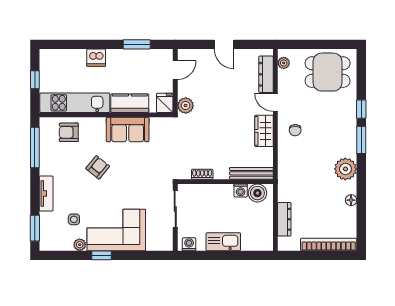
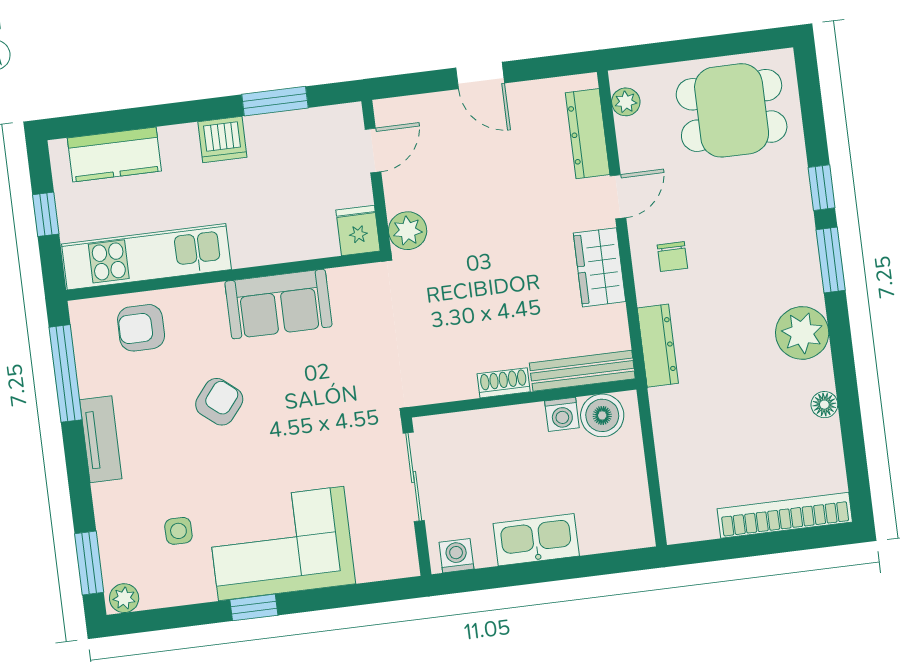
dishwasher: (96, 58) -> (222, 139), moved
door: (275, 102) -> (618, 197), swing flipped
kitchen counter: (130, 103) -> (114, 154), moved, turned 180
shoe rack: (202, 174) -> (504, 383), moved
tv unit: (46, 194) -> (101, 439), moved
dresser: (284, 219) -> (658, 346), moved
plant: (80, 245) -> (124, 598), moved

